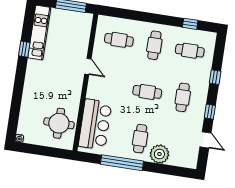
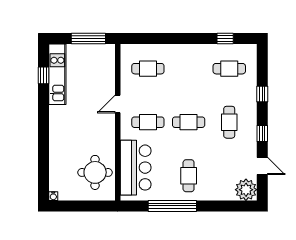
cafe table: (154, 45) -> (148, 122), moved, turned 90
window: (24, 49) -> (43, 75), moved
door: (88, 67) -> (118, 104), swing flipped
plant: (159, 154) -> (246, 190), moved

